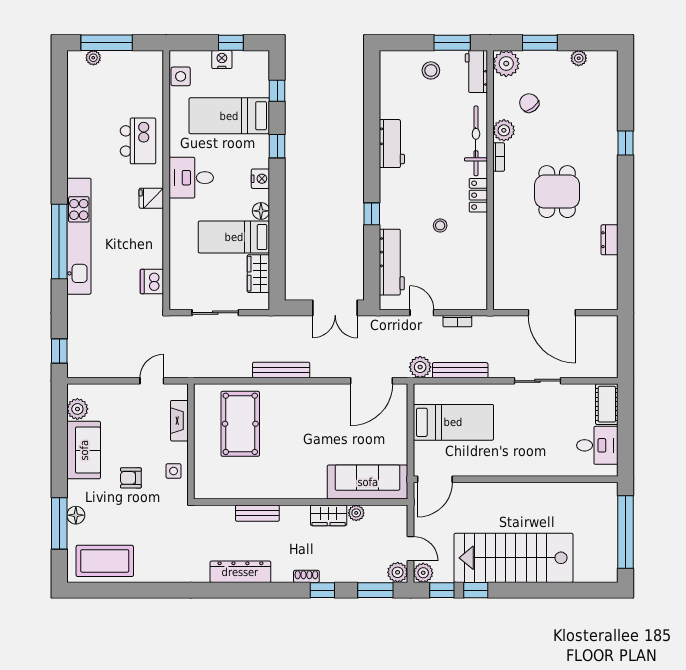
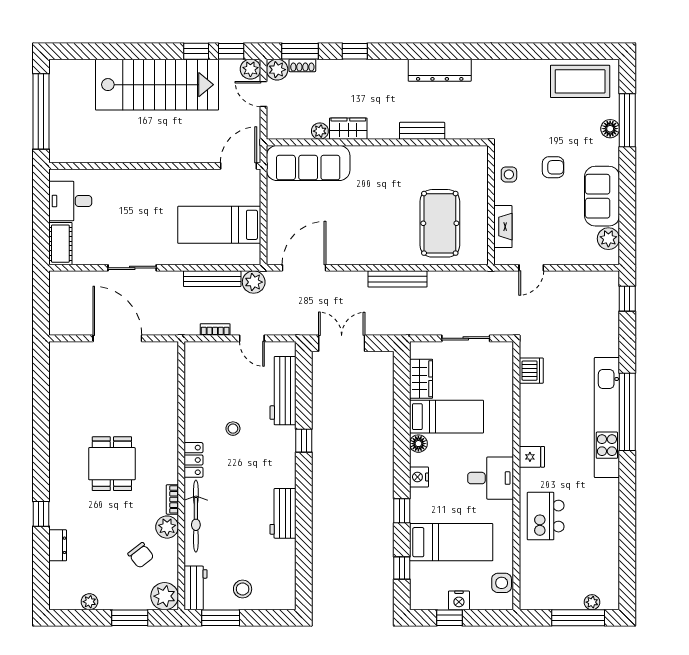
dresser: (610, 240) -> (58, 545), moved
shoe rack: (306, 576) -> (302, 65), moved

